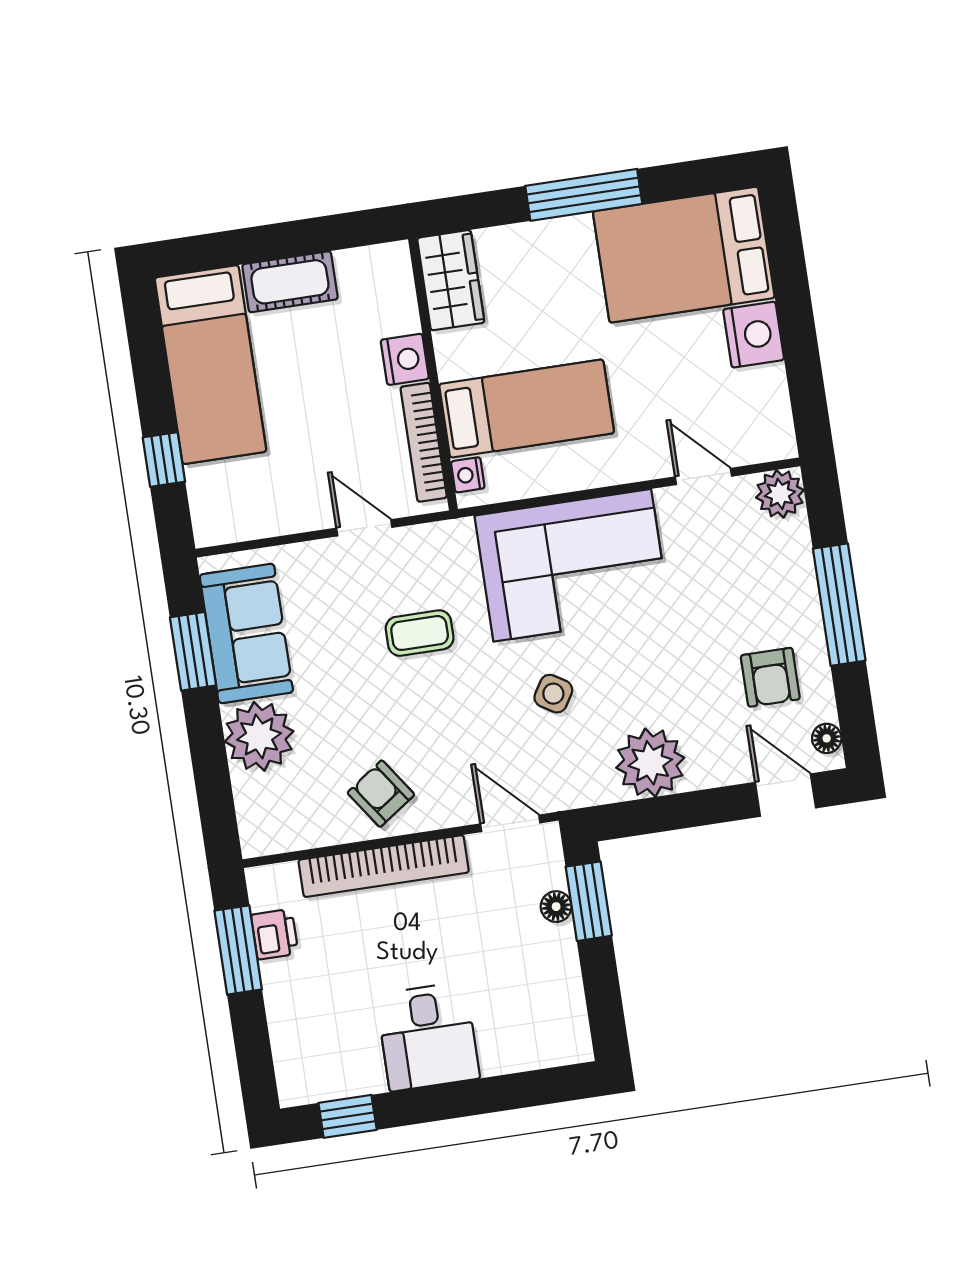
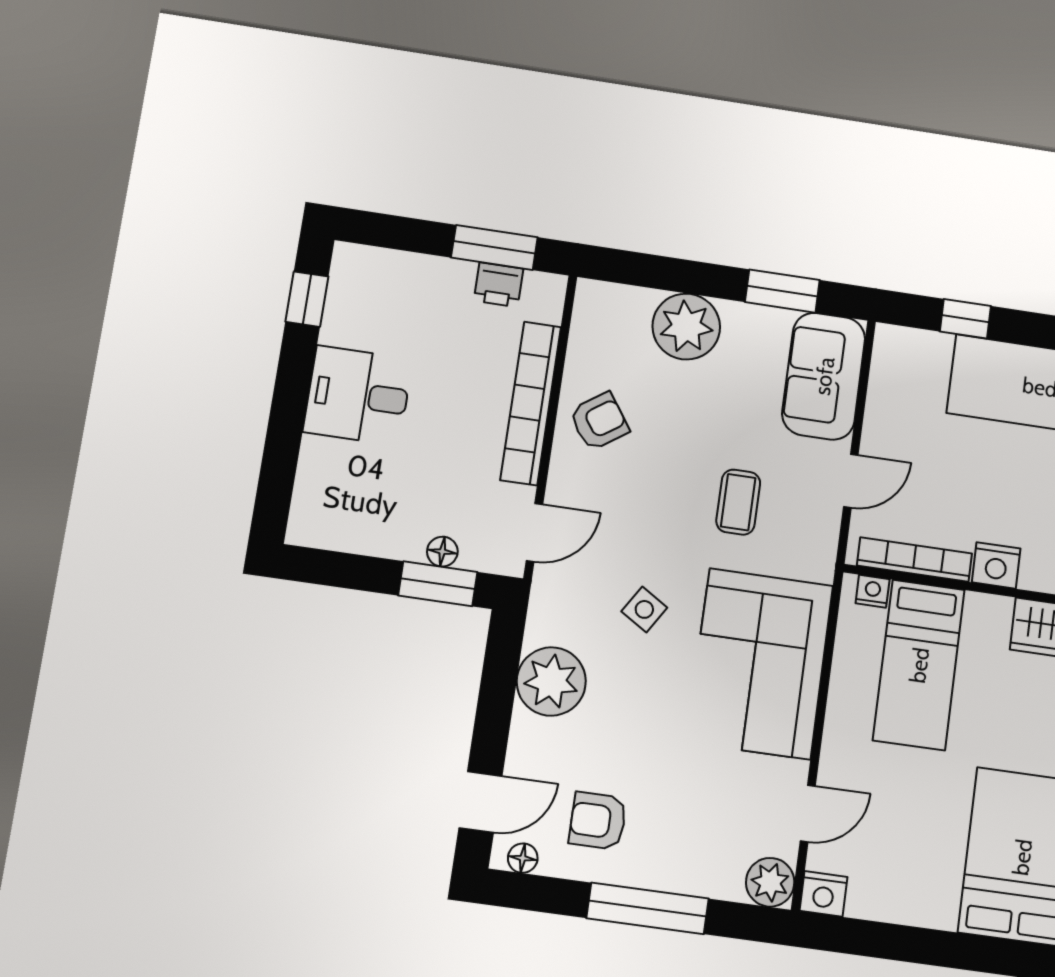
nightstand: (754, 335) -> (823, 894), moved, width x0.74, depth x0.75
sofa: (246, 633) -> (824, 376), moved, turned 90

